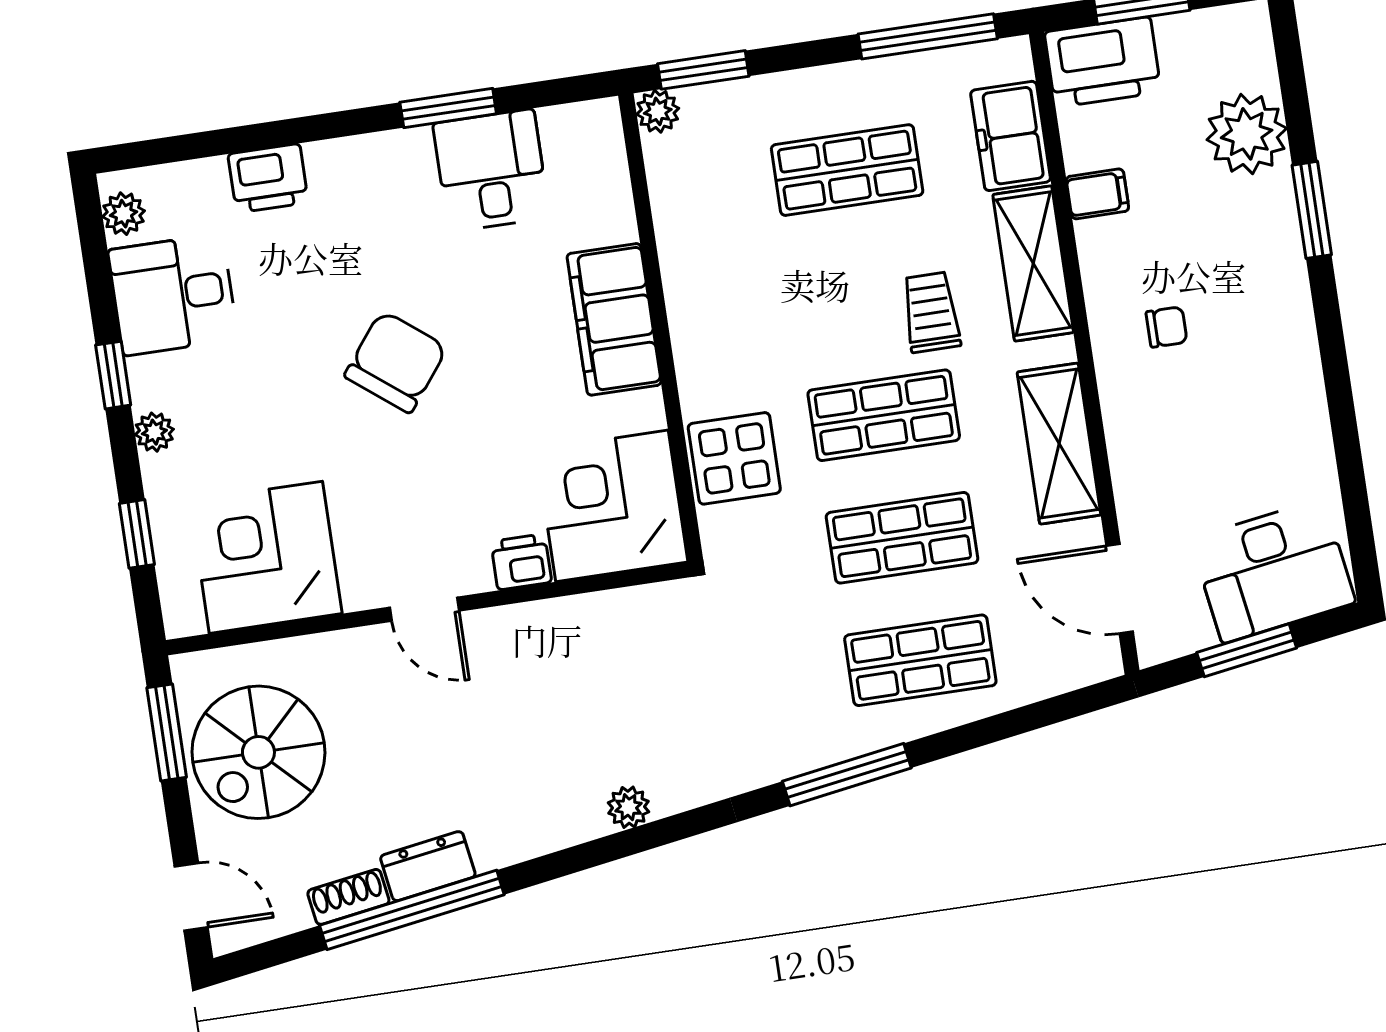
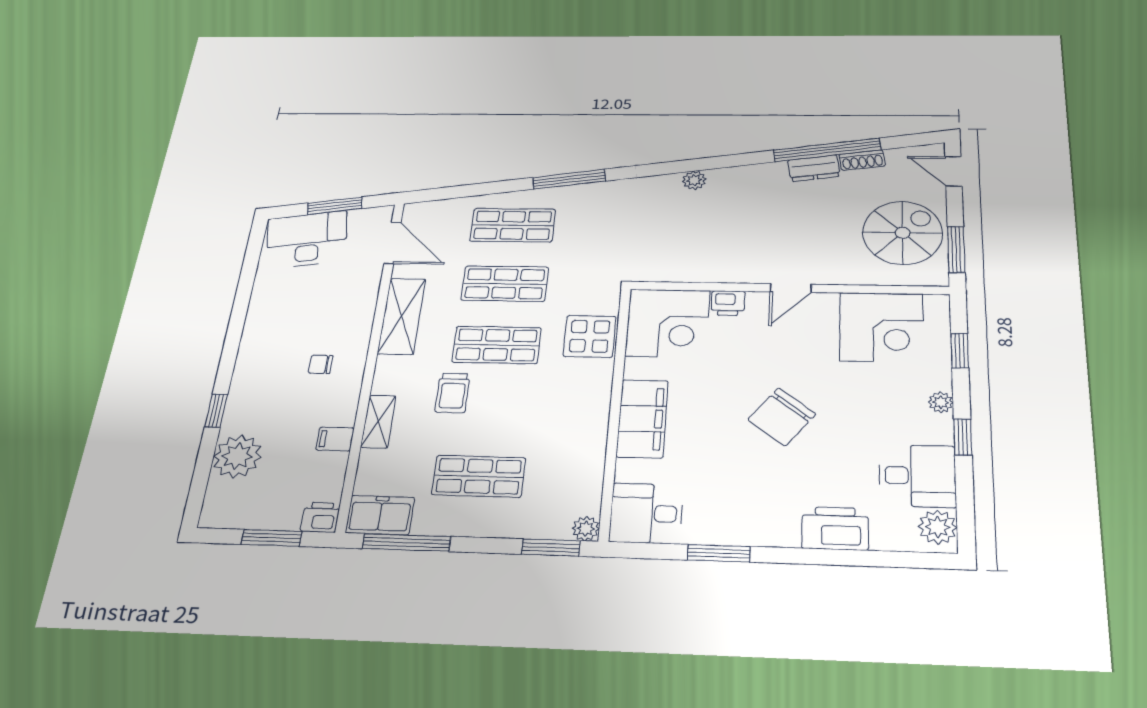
printer: (1103, 62) -> (320, 517), width x0.53, depth x0.68
freezer: (1011, 136) -> (380, 515), moved, turned -90
desk: (491, 170) -> (646, 513), moved, turned 90
printer: (268, 178) -> (835, 528), width x1.37, depth x1.19
window: (1312, 210) -> (216, 411), width x0.67
plant: (124, 214) -> (938, 527), width x1.38, depth x1.38
shelving: (1033, 264) -> (378, 422), width x0.67, depth x0.75
door: (424, 609) -> (791, 288), swing flipped

